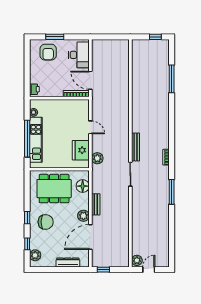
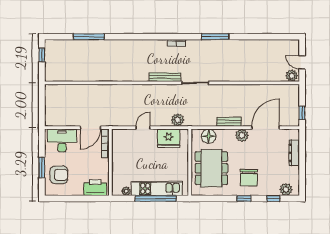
printer: (34, 89) -> (95, 188), width x1.87, depth x1.48
chair: (46, 222) -> (249, 178), turned 180
door: (90, 237) -> (266, 128), swing flipped

